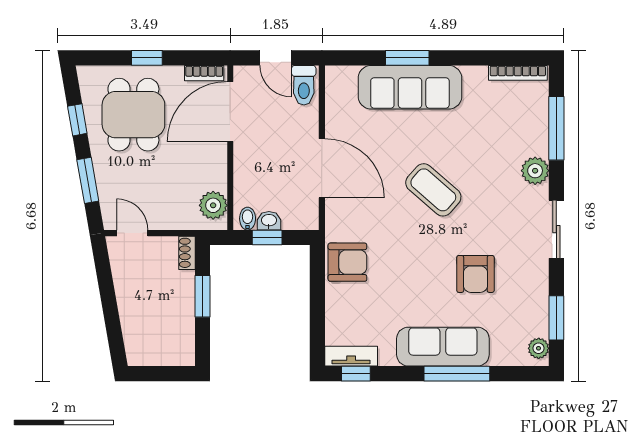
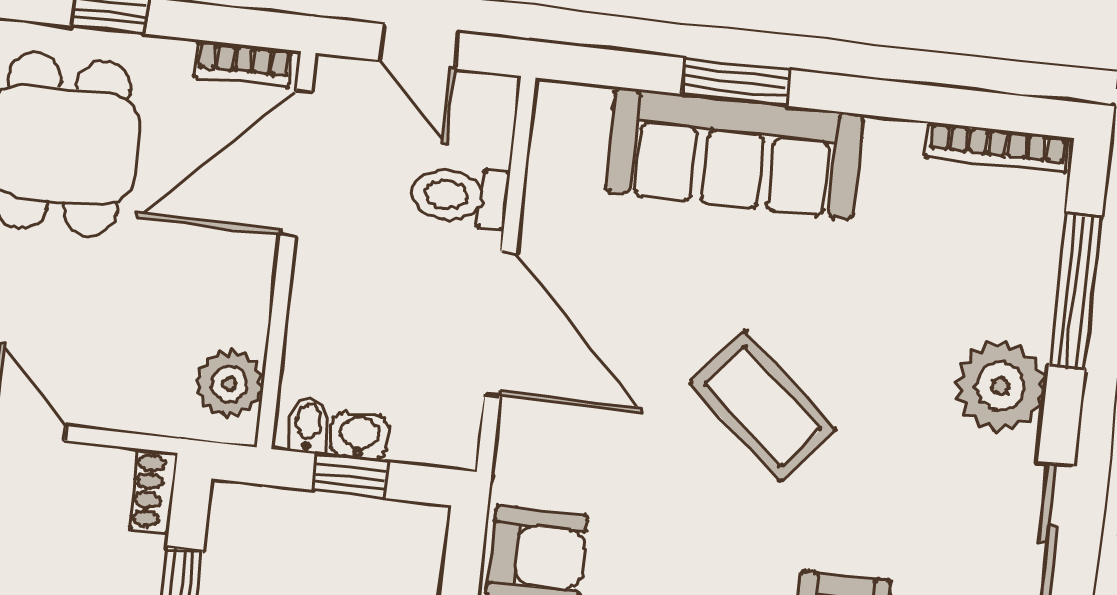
toilet: (304, 85) -> (459, 196), moved, turned 90
plant: (535, 171) -> (1000, 386), width x1.36, depth x1.36

